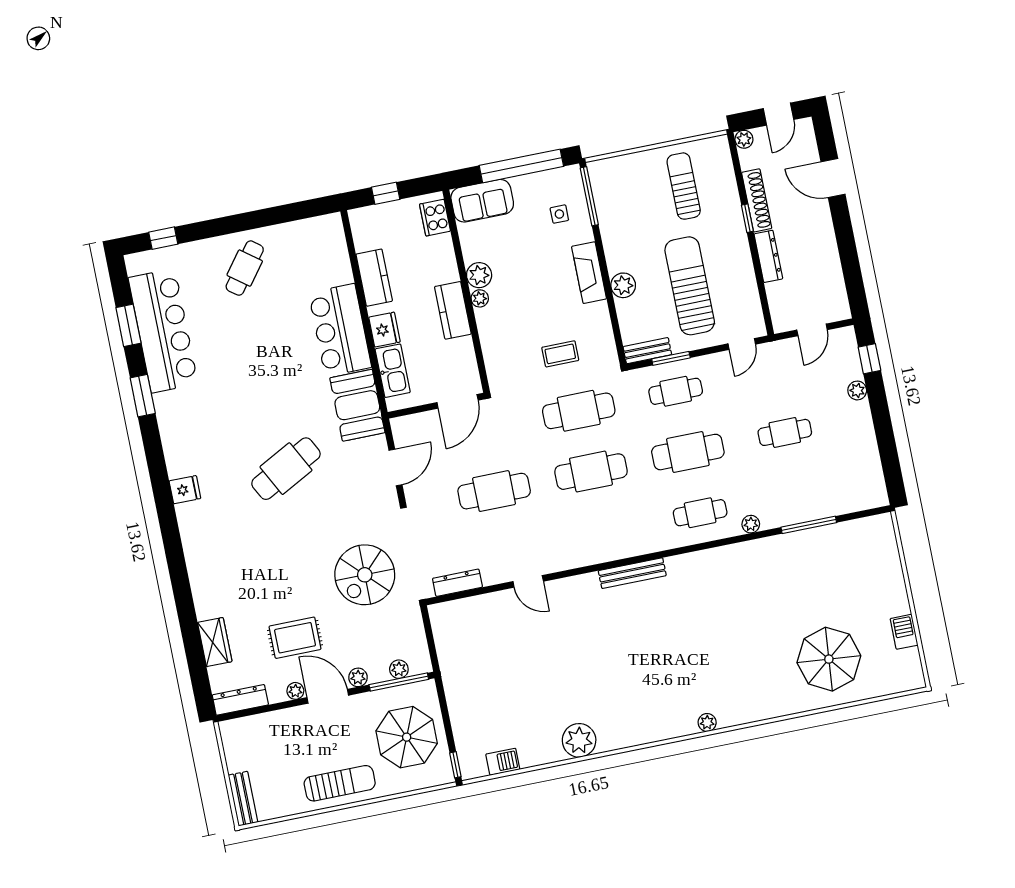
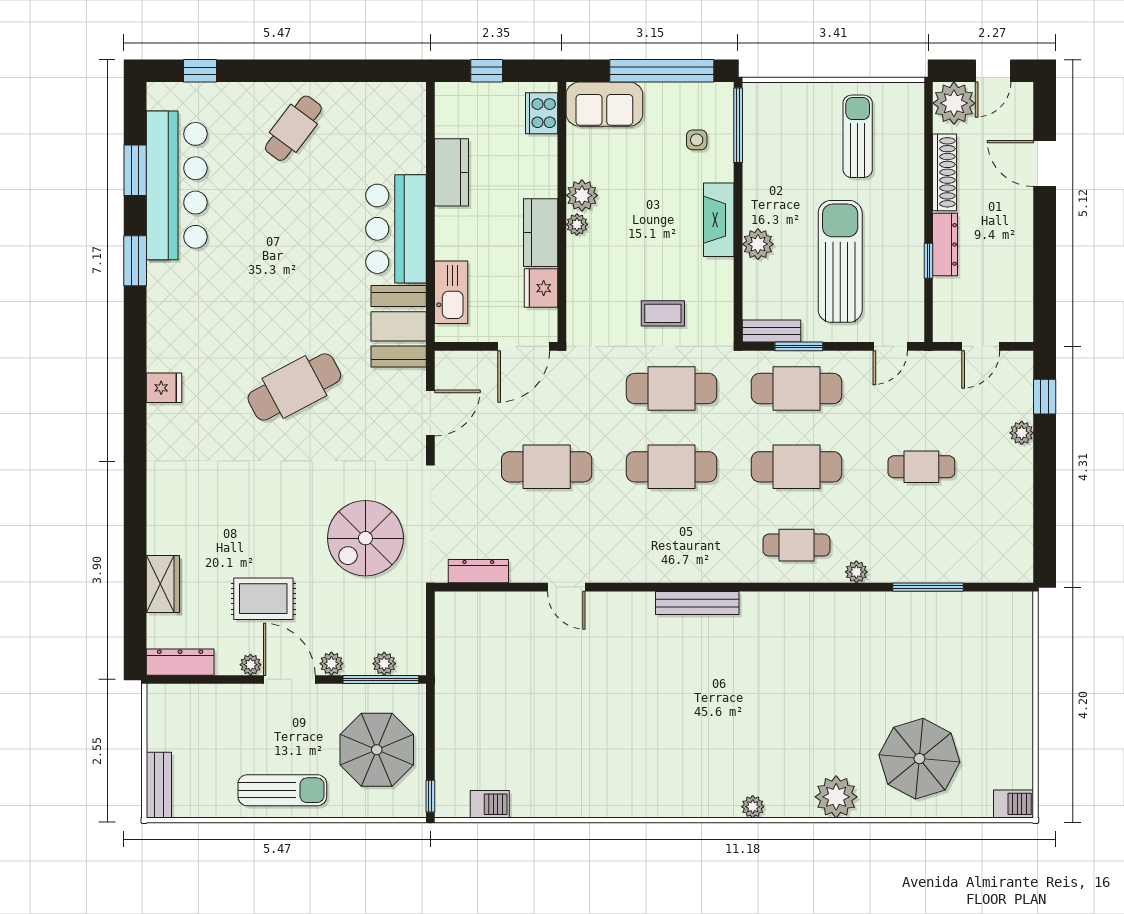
plant: (744, 139) -> (954, 103), width x1.87, depth x1.87
window: (747, 218) -> (928, 261), moved
fridge: (385, 330) -> (541, 288), moved, turned 180
cafe table: (676, 391) -> (796, 389), width x1.37, depth x1.35
barbecue: (904, 632) -> (1014, 804), moved, turned 90
plant: (579, 740) -> (836, 797), moved

